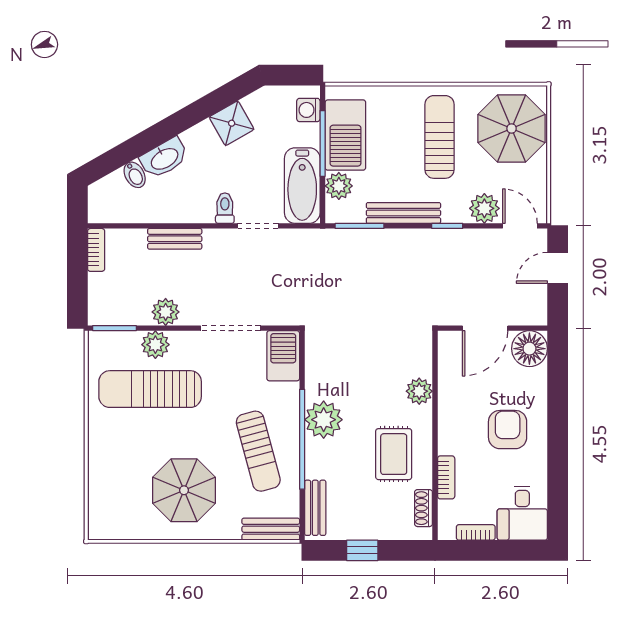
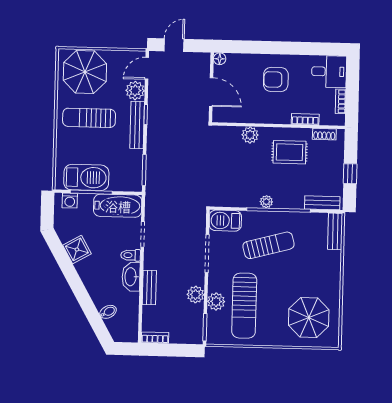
washbasin: (164, 158) -> (131, 277), moved, turned -150
plant: (339, 186) -> (118, 183), removed
bench: (403, 213) -> (137, 125), moved
door: (558, 268) -> (174, 45), swing flipped
floor lamp: (529, 349) -> (220, 59), width x0.53, depth x0.53
plant: (324, 420) -> (266, 202), width x0.53, depth x0.53
sun lounger: (258, 451) -> (269, 245), moved
parasol: (184, 490) -> (309, 317), moved

